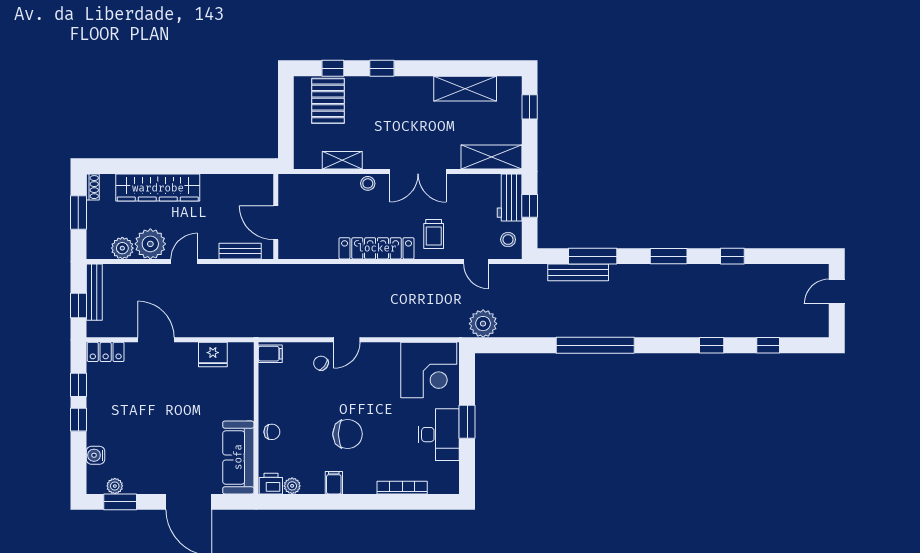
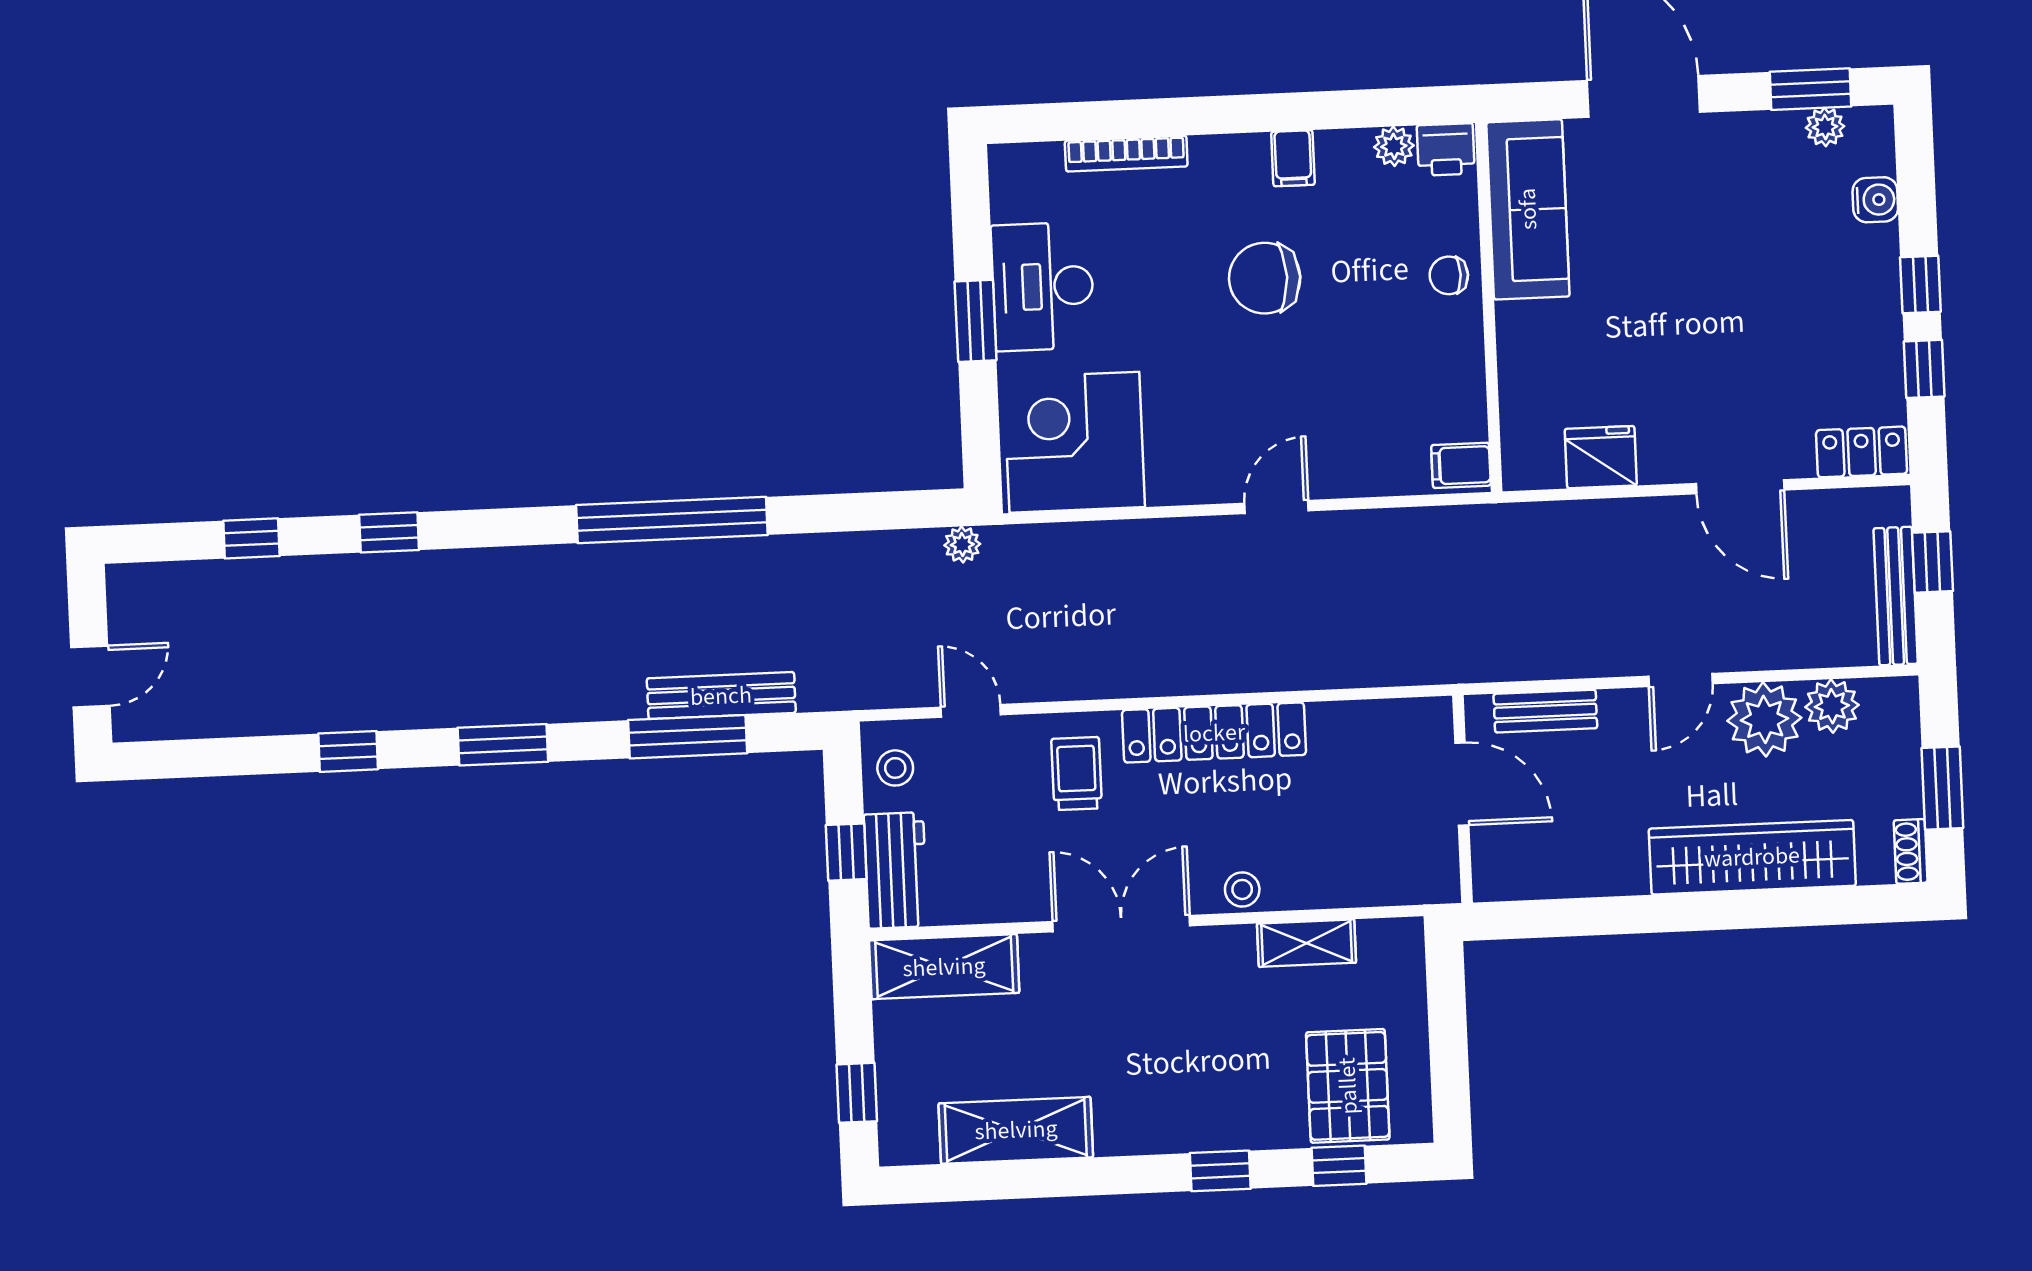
plant: (483, 324) -> (962, 545), width x0.53, depth x0.53
chair: (321, 363) -> (1337, 447), removed

